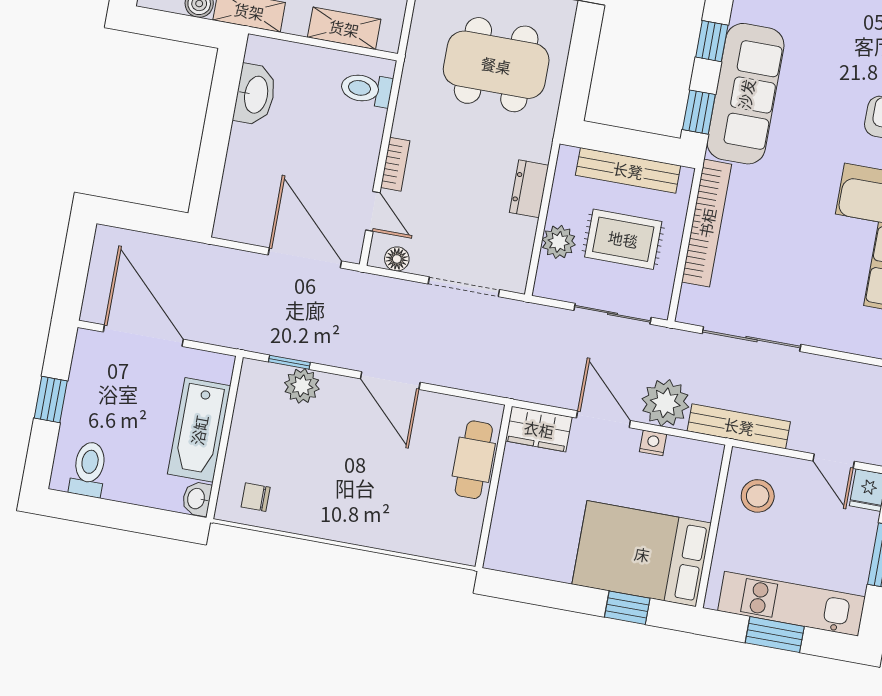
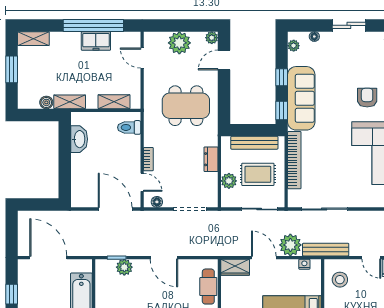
nightstand: (653, 443) -> (304, 264), moved

